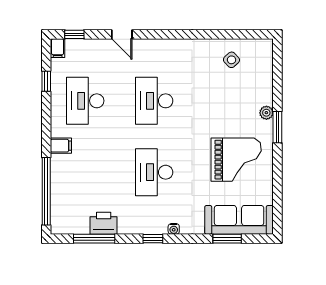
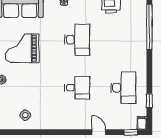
desk: (154, 101) -> (77, 88), width x0.73
filing cabinet: (61, 146) -> (140, 58), removed

